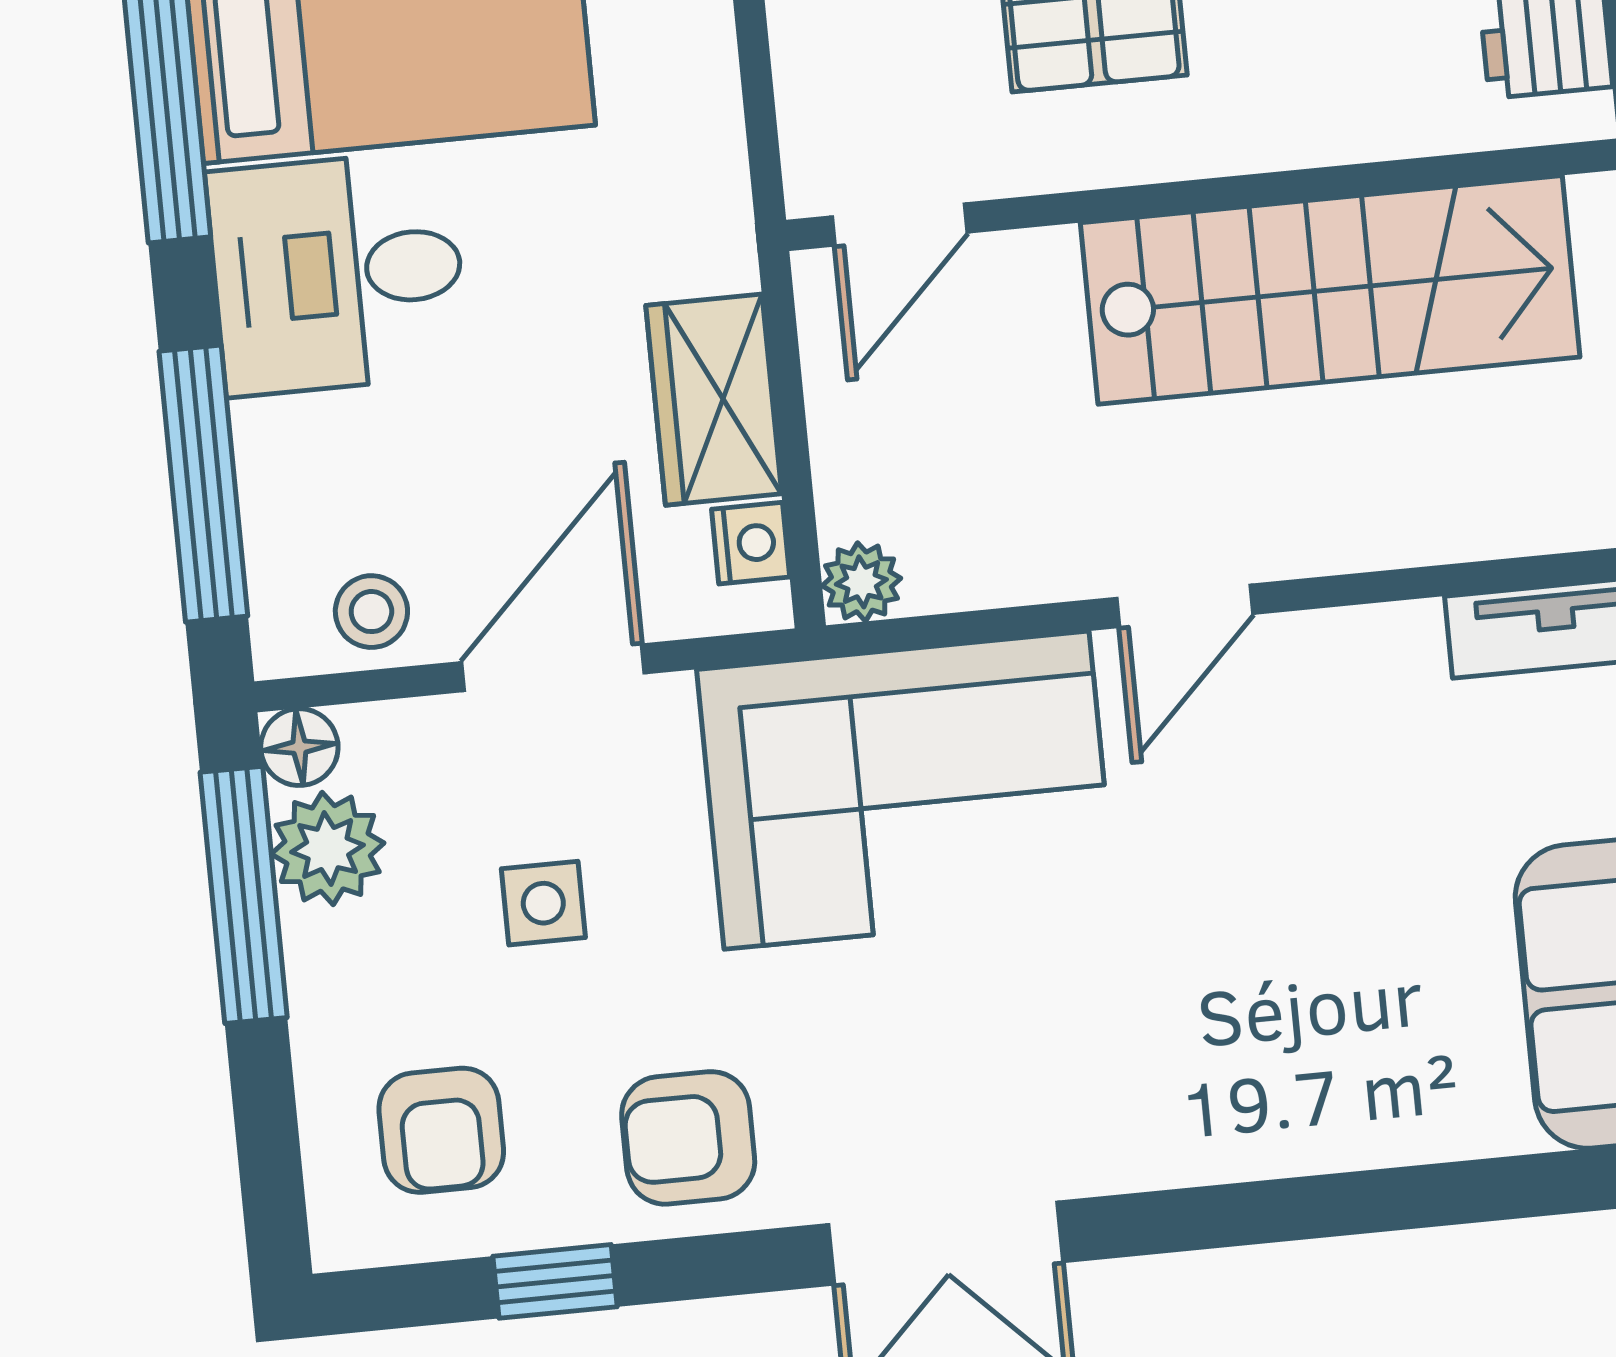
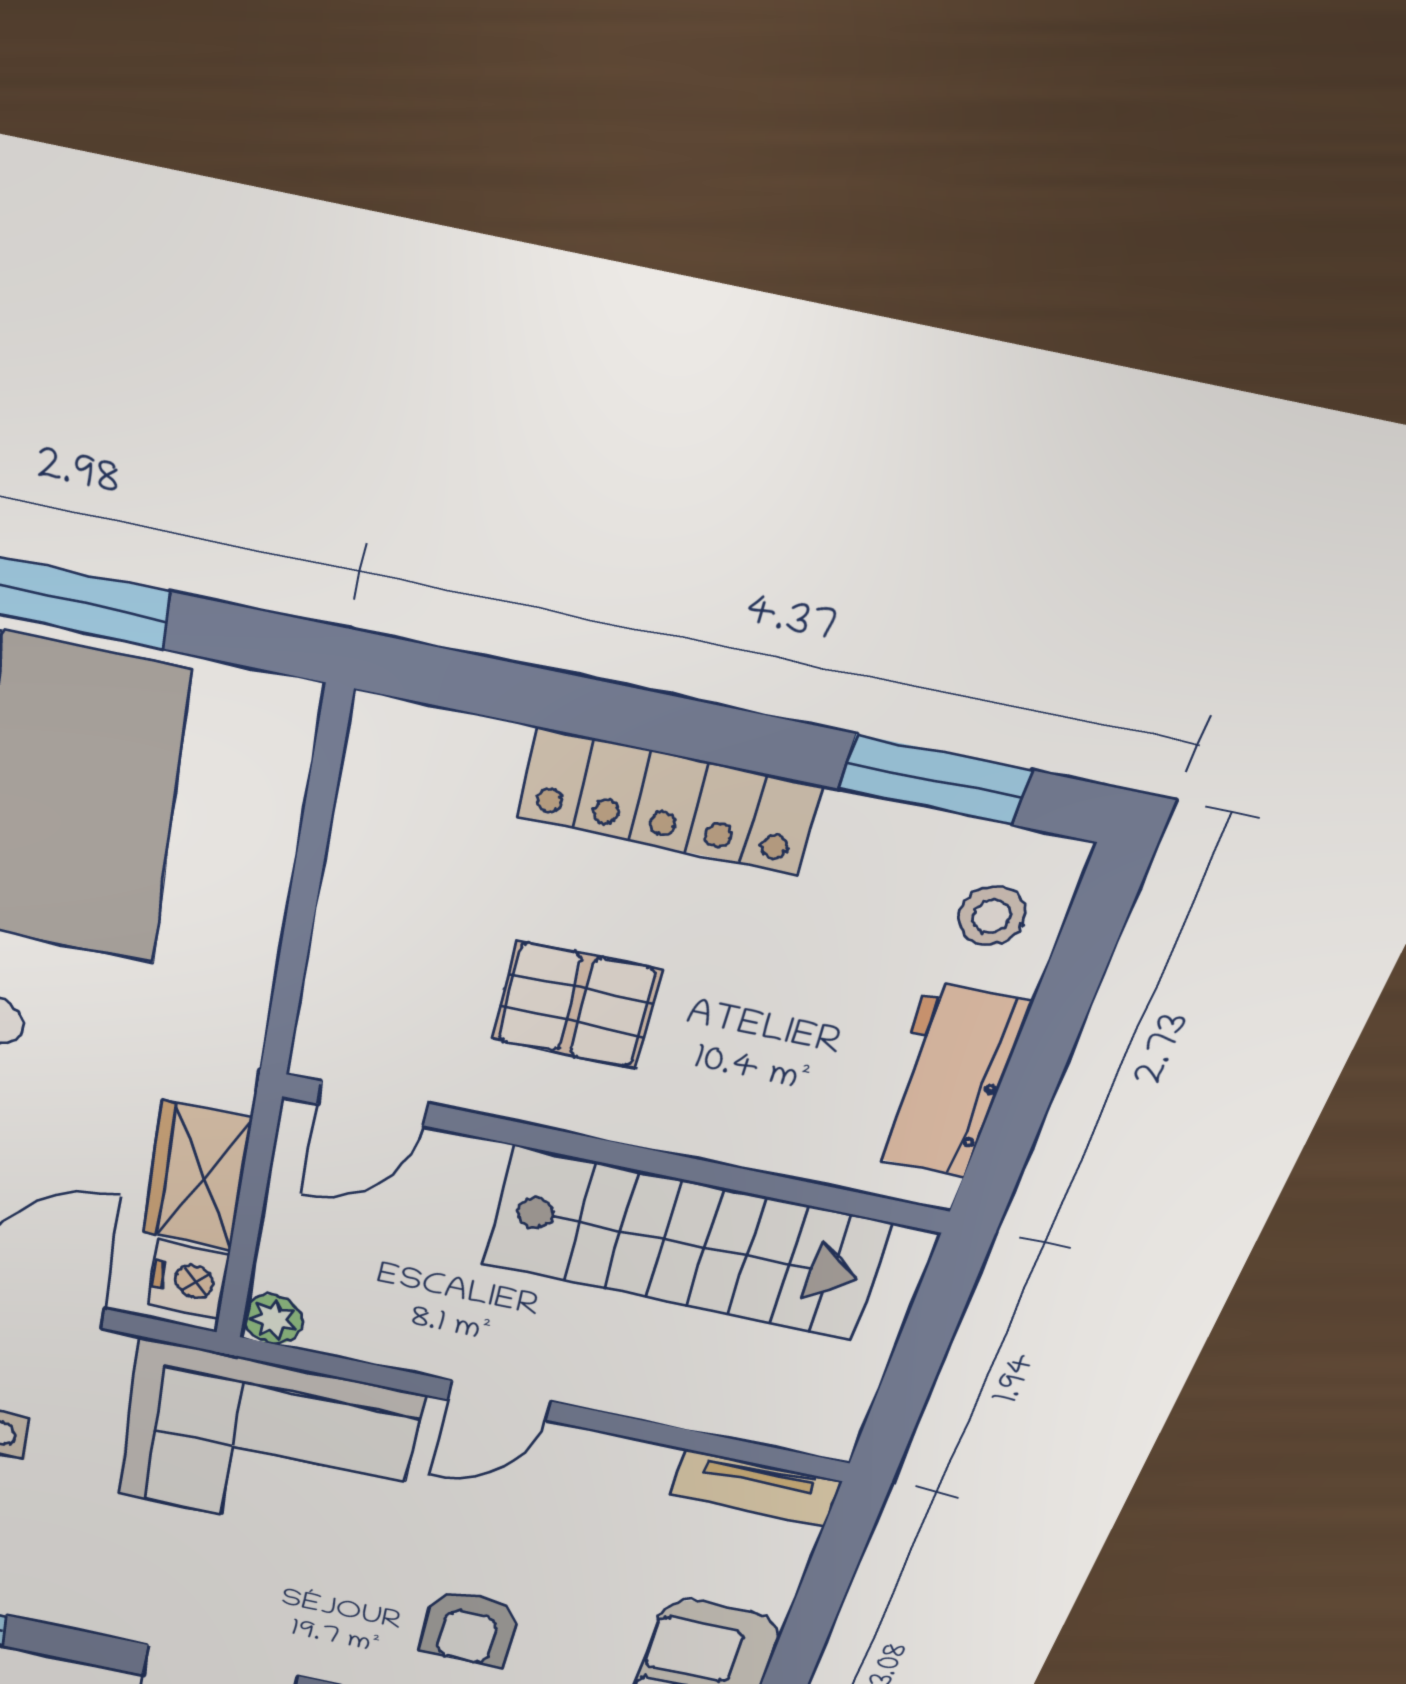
nightstand: (751, 543) -> (189, 1280), width x1.39, depth x1.35
armchair: (688, 1138) -> (470, 1628), moved, turned -90

